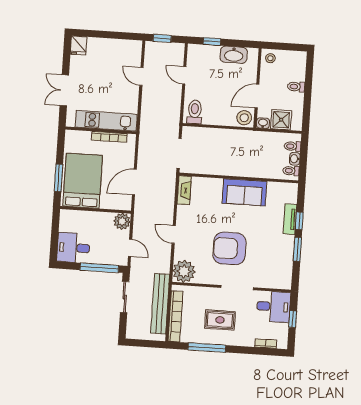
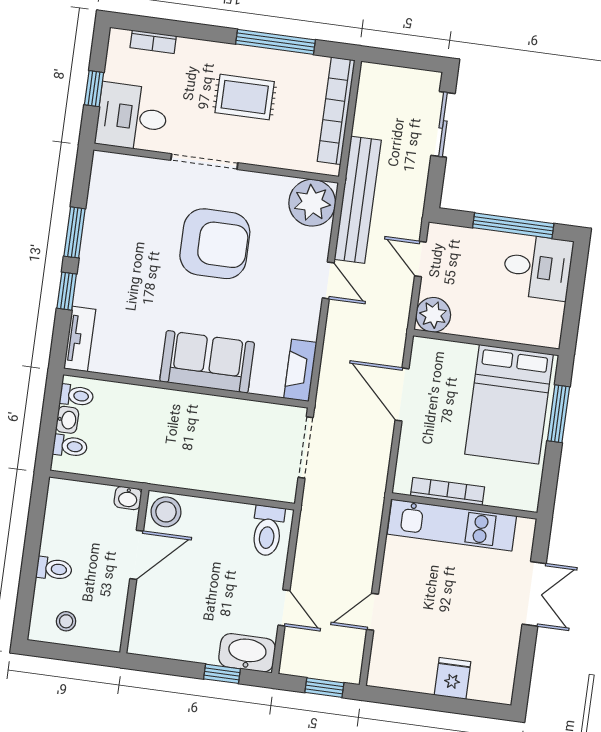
fridge: (79, 46) -> (452, 678), moved
washbasin: (234, 55) -> (247, 653), moved
stool: (270, 58) -> (66, 621), moved
door: (141, 76) -> (373, 612), swing flipped
shower: (281, 120) -> (90, 503), removed
door: (134, 182) -> (402, 394), swing flipped
sofa: (244, 192) -> (207, 362), moved
tv unit: (290, 219) -> (80, 339), moved
window: (99, 268) -> (513, 226), moved
sliding door: (125, 297) -> (443, 124), moved
bench: (160, 304) -> (358, 200), moved

